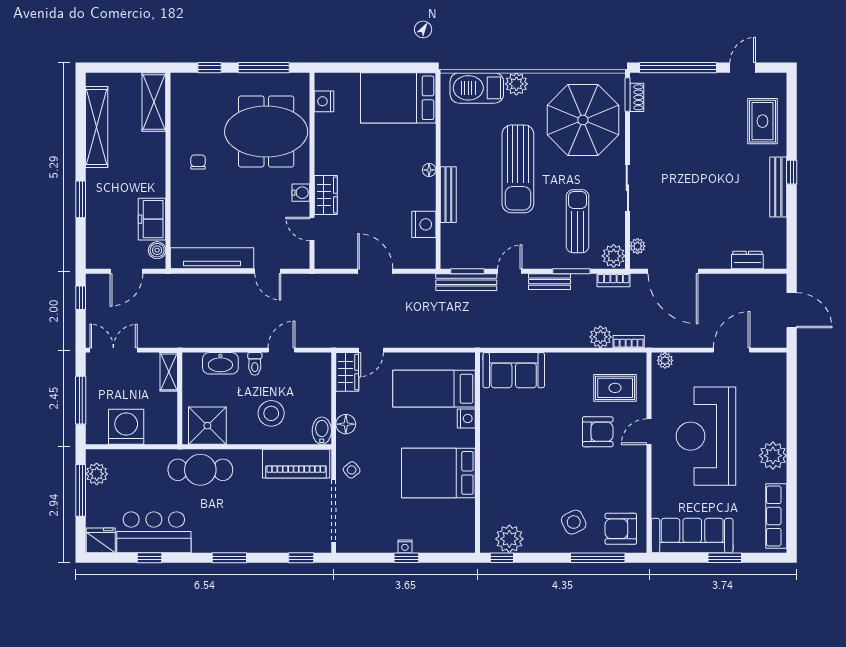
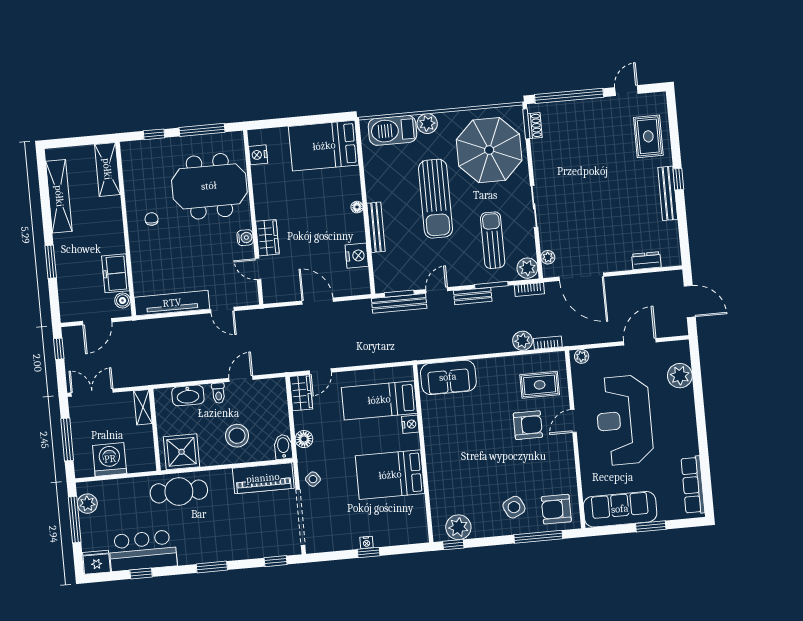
plant: (773, 456) -> (680, 376), moved

